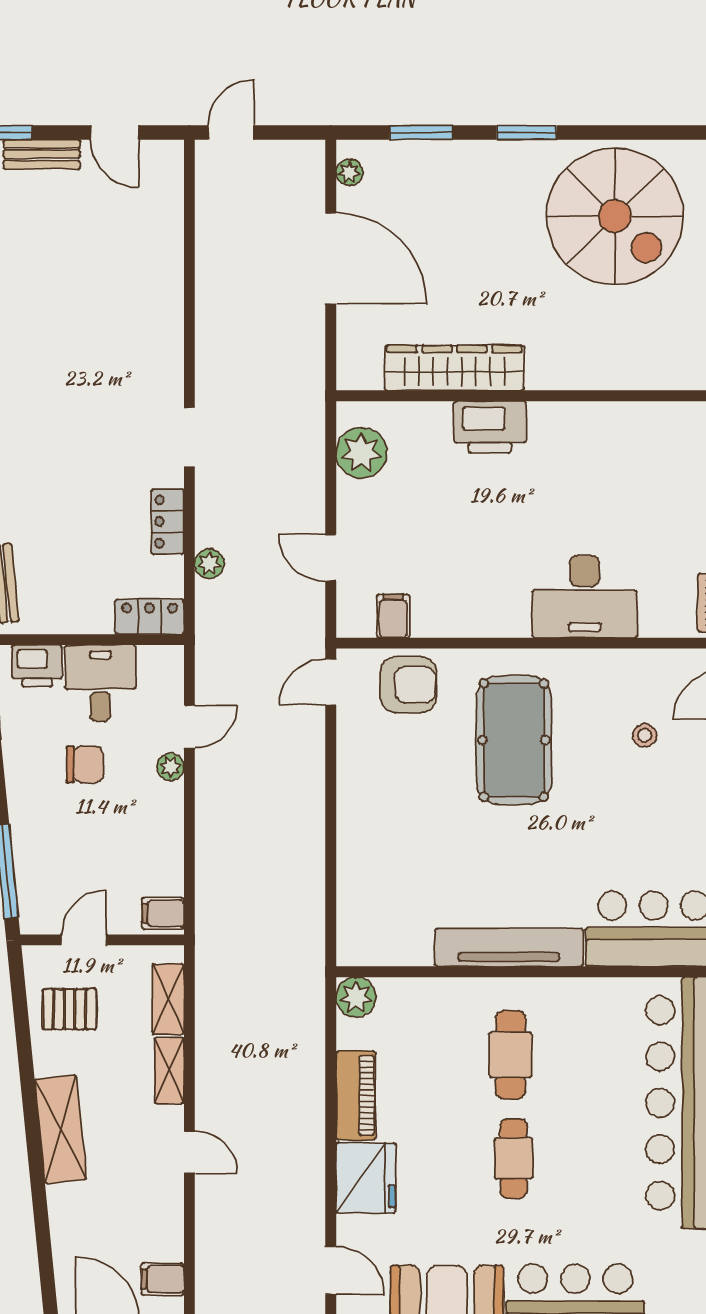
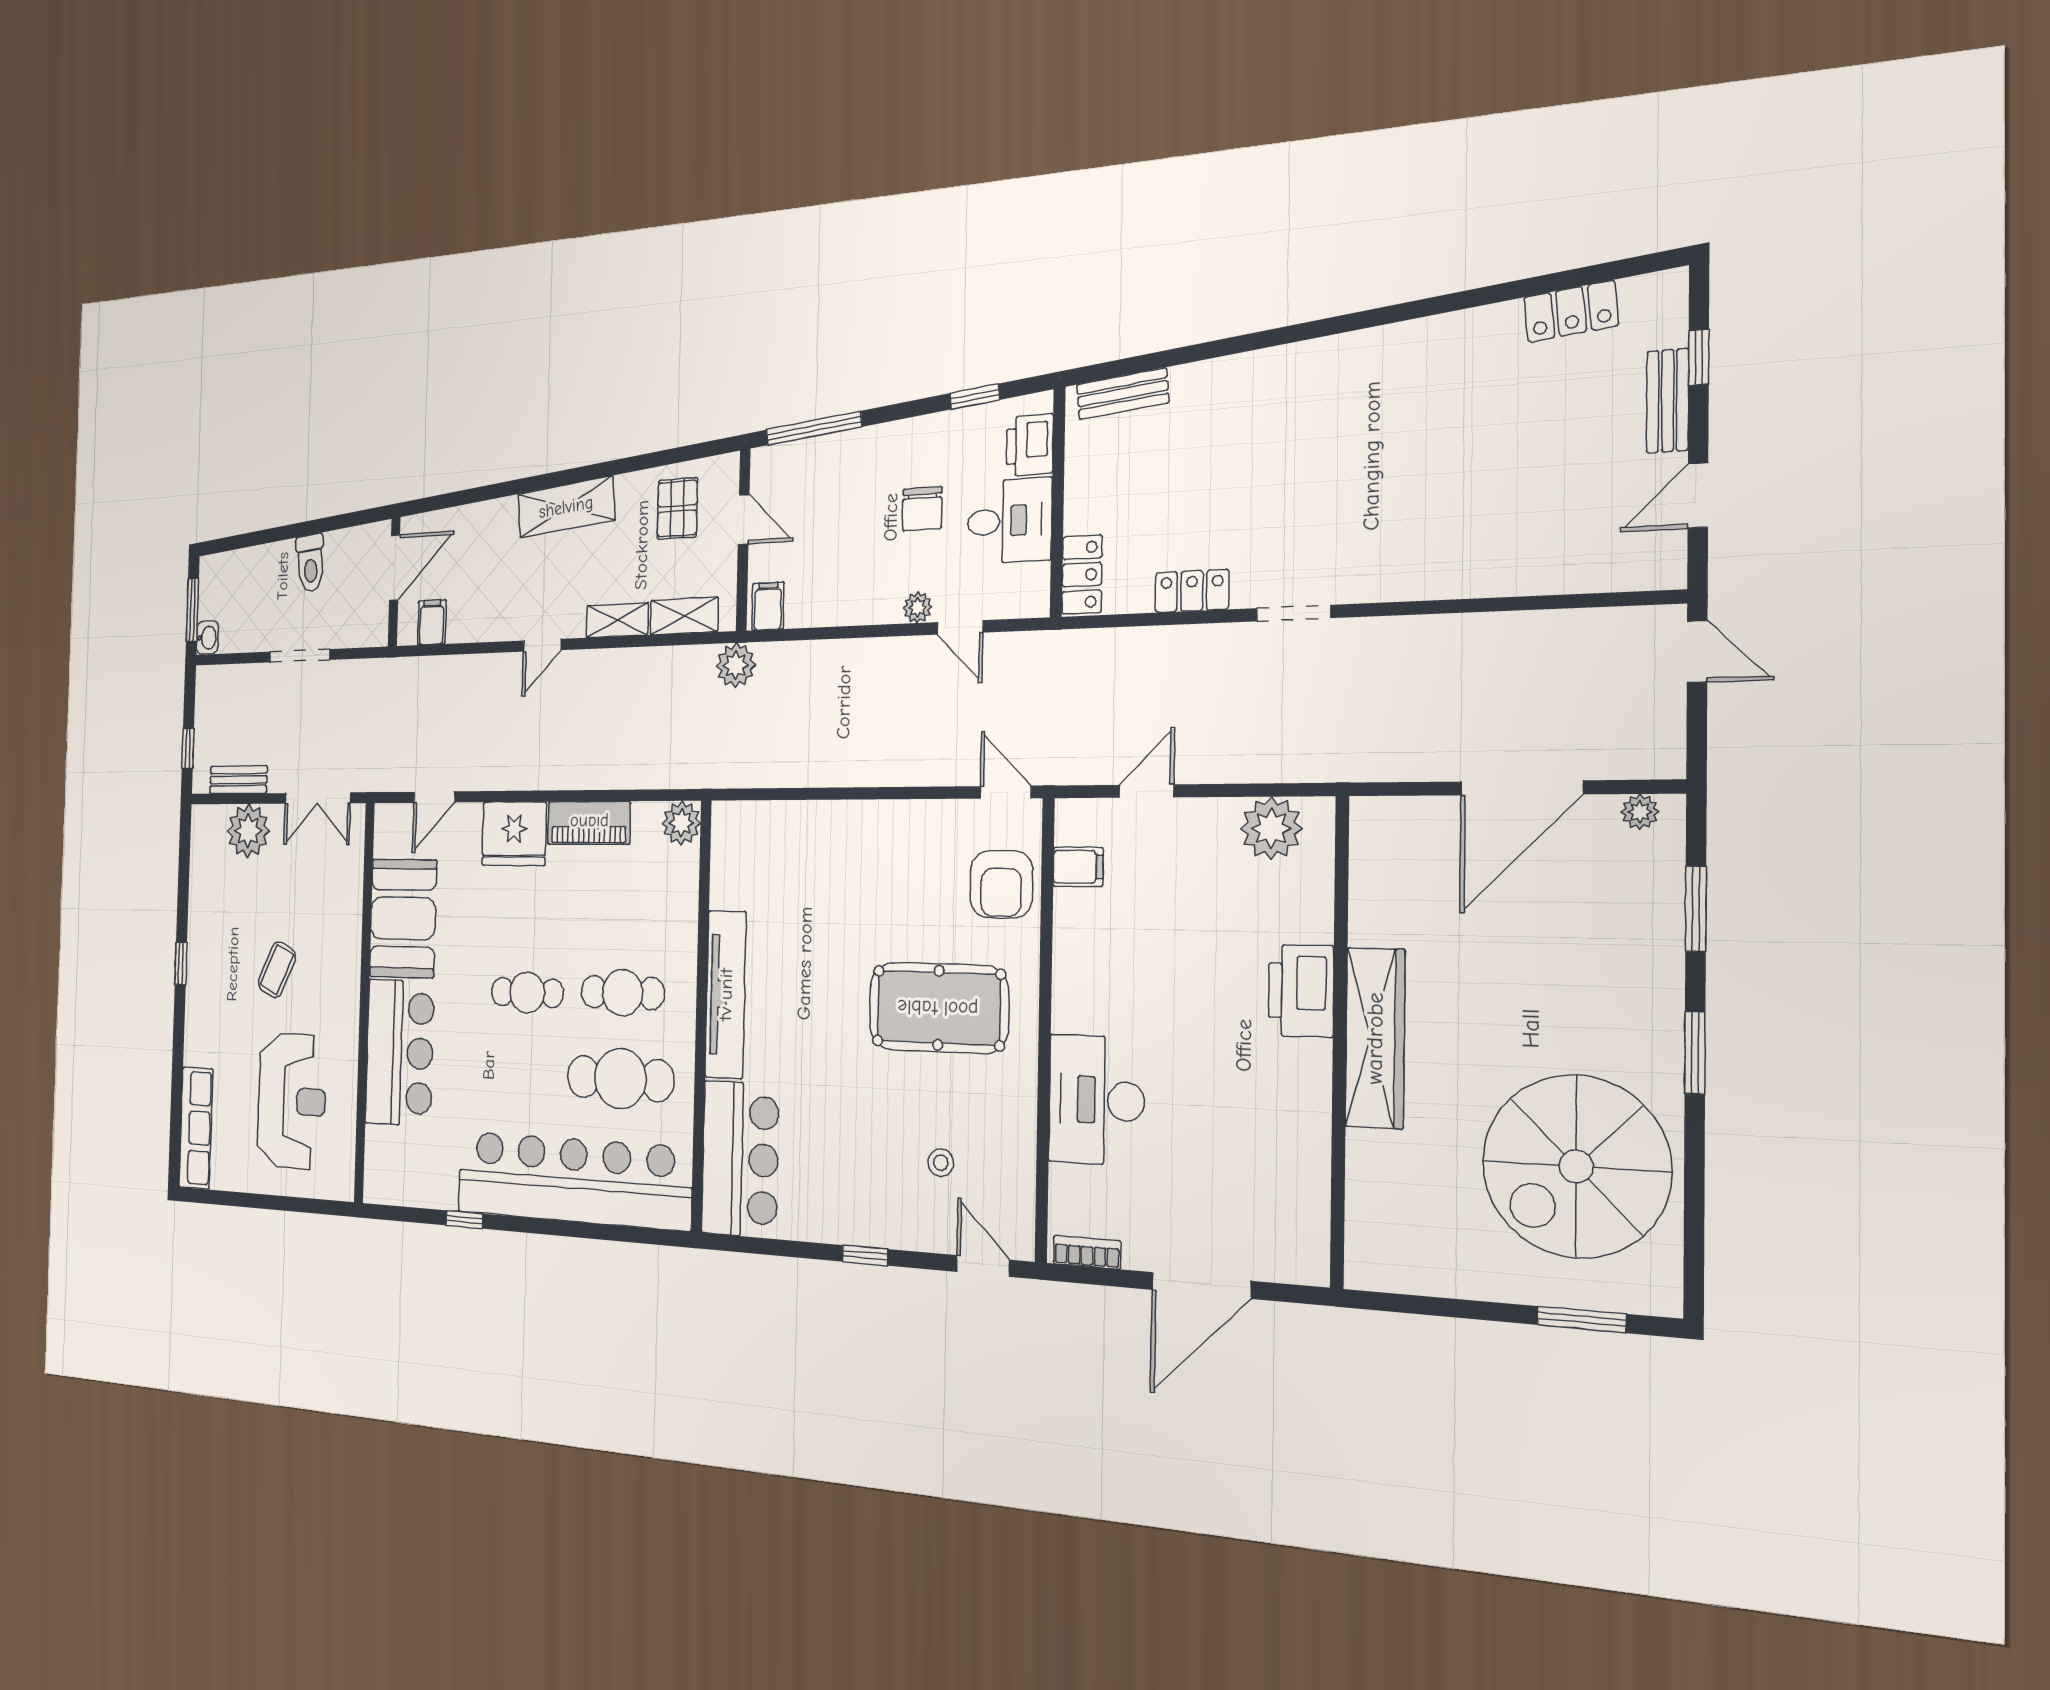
wardrobe: (454, 368) -> (1375, 1038), moved
plant: (209, 564) -> (736, 665), moved, width x1.38, depth x1.38
cafe table: (589, 1055) -> (620, 1079), added

